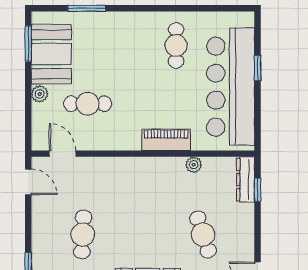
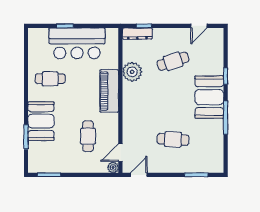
booth: (51, 54) -> (41, 121), moved, turned 90
bar counter: (231, 87) -> (77, 43), width x0.73
plant: (40, 94) -> (113, 167), moved
piano: (166, 140) -> (109, 91), width x1.37, depth x1.33
plant: (194, 165) -> (132, 72), width x1.88, depth x1.88

